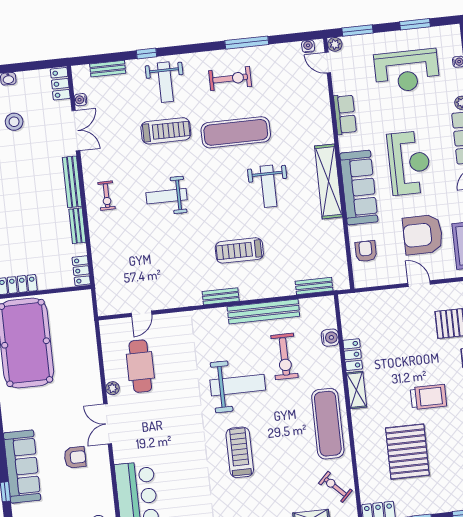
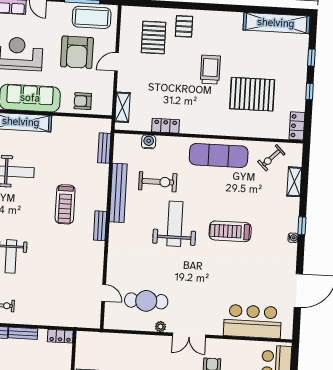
shelving: (356, 390) -> (122, 107), moved, turned 90

